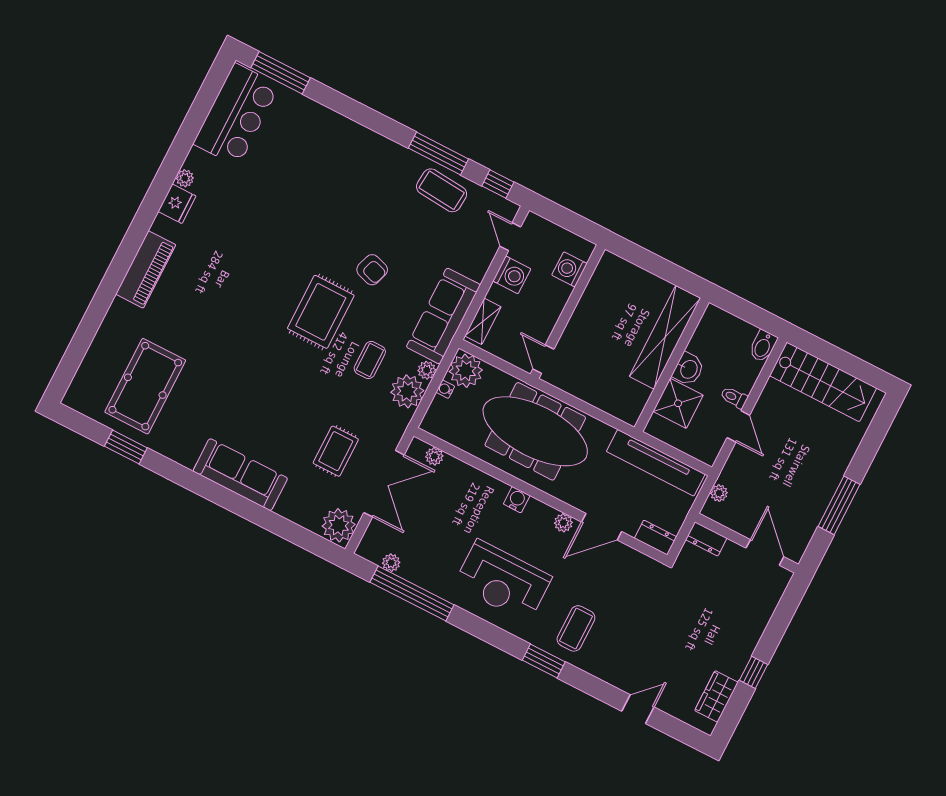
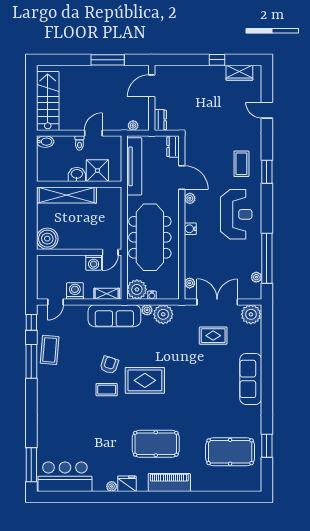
washing machine: (569, 269) -> (94, 263), moved
boiler: (613, 274) -> (47, 239), added
pool table: (215, 279) -> (156, 444), added
coffee table: (370, 360) -> (107, 390), moved
coffee table: (576, 628) -> (241, 164), turned 90

